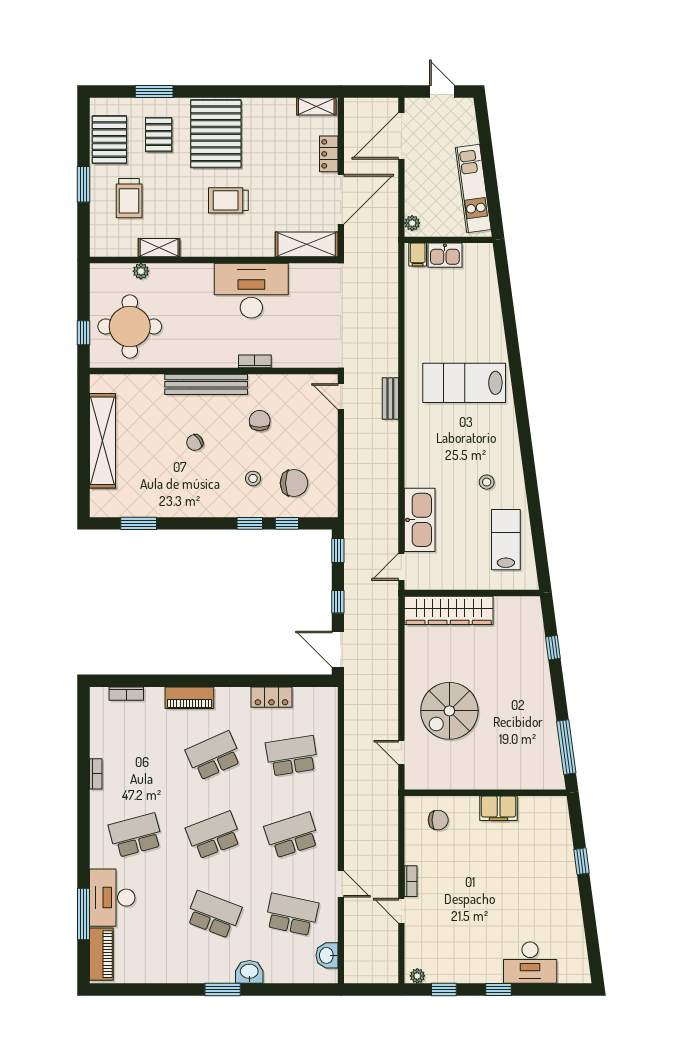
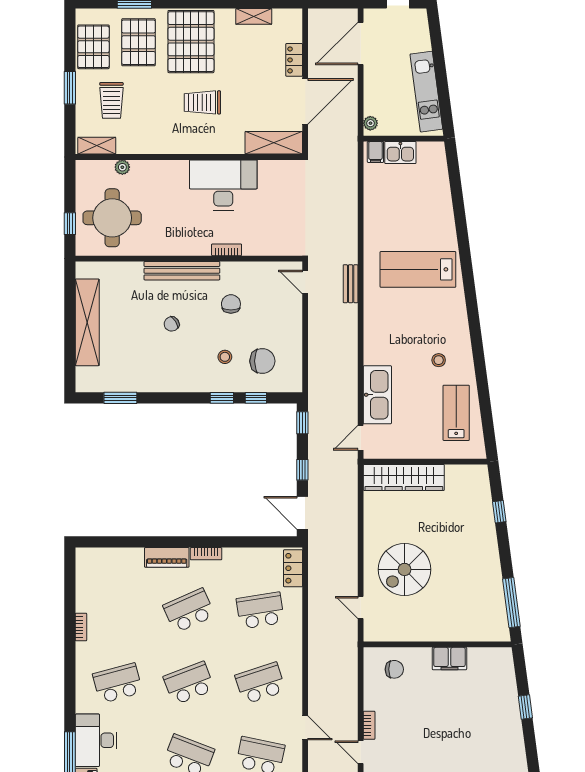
shelving: (316, 106) -> (254, 16), moved
pallet: (159, 135) -> (138, 42), width x1.50, depth x1.42
shelving: (159, 248) -> (97, 146), moved
bookcase: (126, 694) -> (206, 554), moved
locker: (271, 697) -> (293, 568), moved, turned 90

